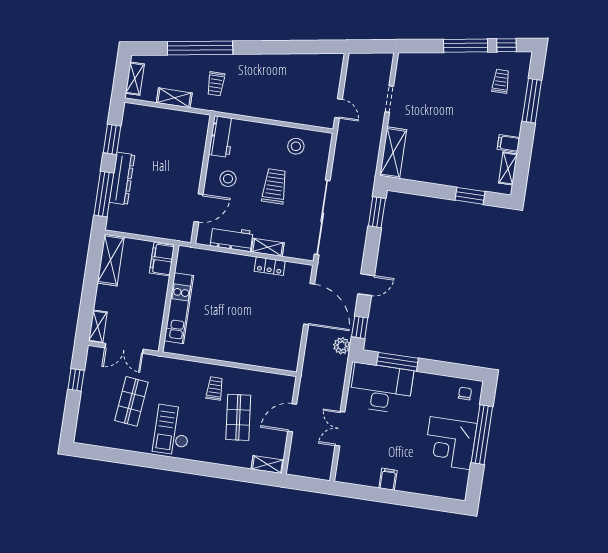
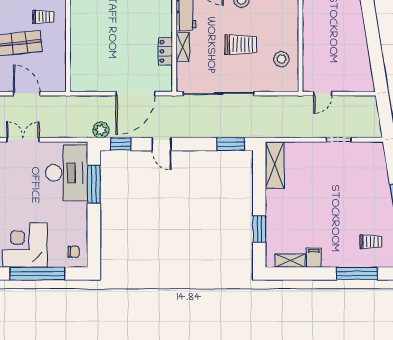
shelving: (393, 153) -> (275, 165), moved, turned 90

